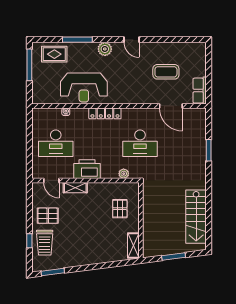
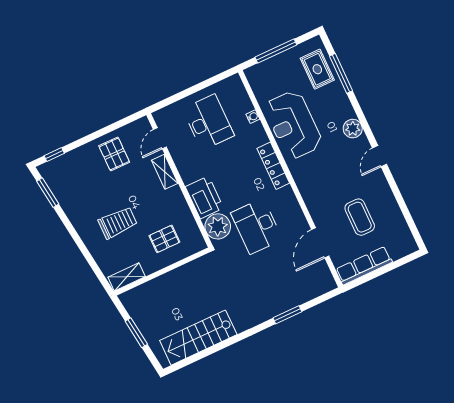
window: (77, 40) -> (341, 73), moved
window: (29, 65) -> (276, 51), moved
row of seats: (200, 91) -> (364, 266), width x1.48
desk: (56, 143) -> (208, 122), turned 180
printer: (87, 169) -> (204, 197), moved
plant: (124, 174) -> (218, 226), width x1.88, depth x1.88
window: (29, 241) -> (54, 154), moved
trolley: (45, 243) -> (118, 223), moved, turned 180

